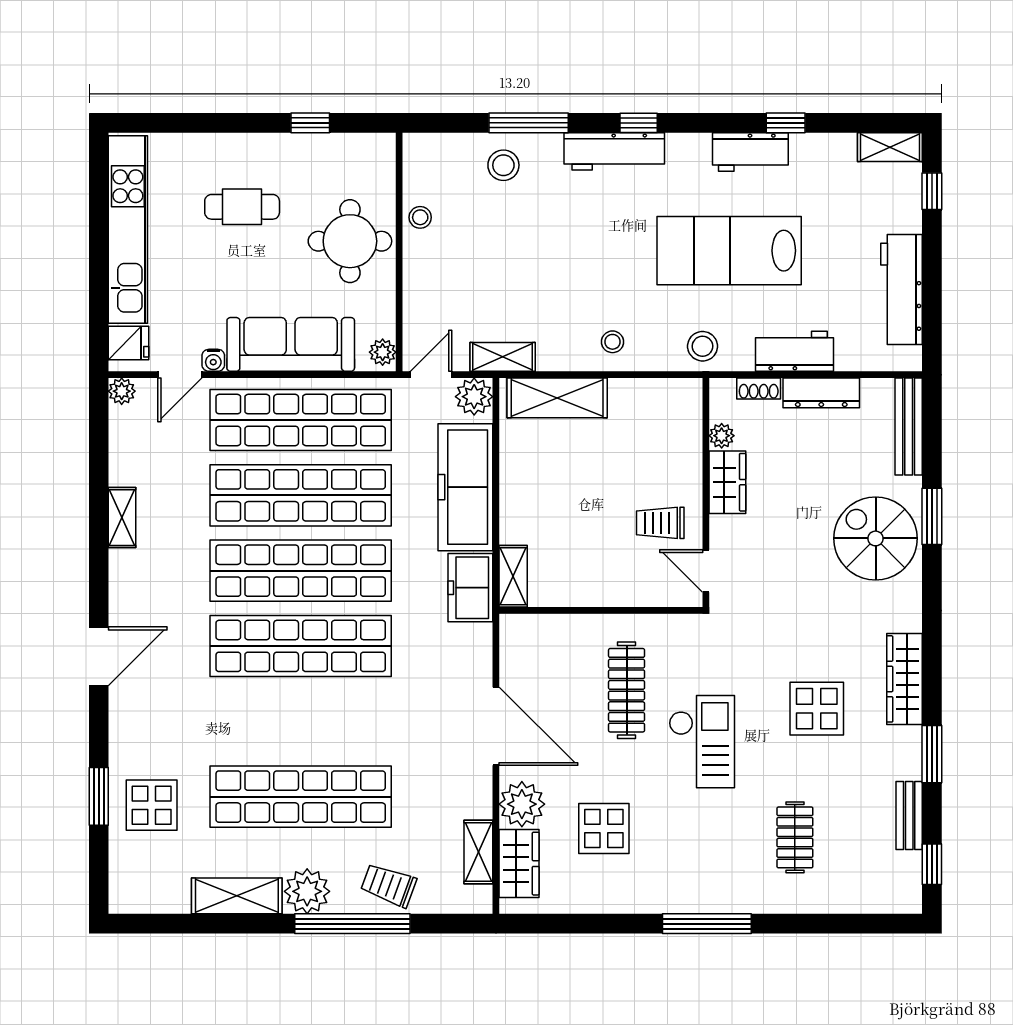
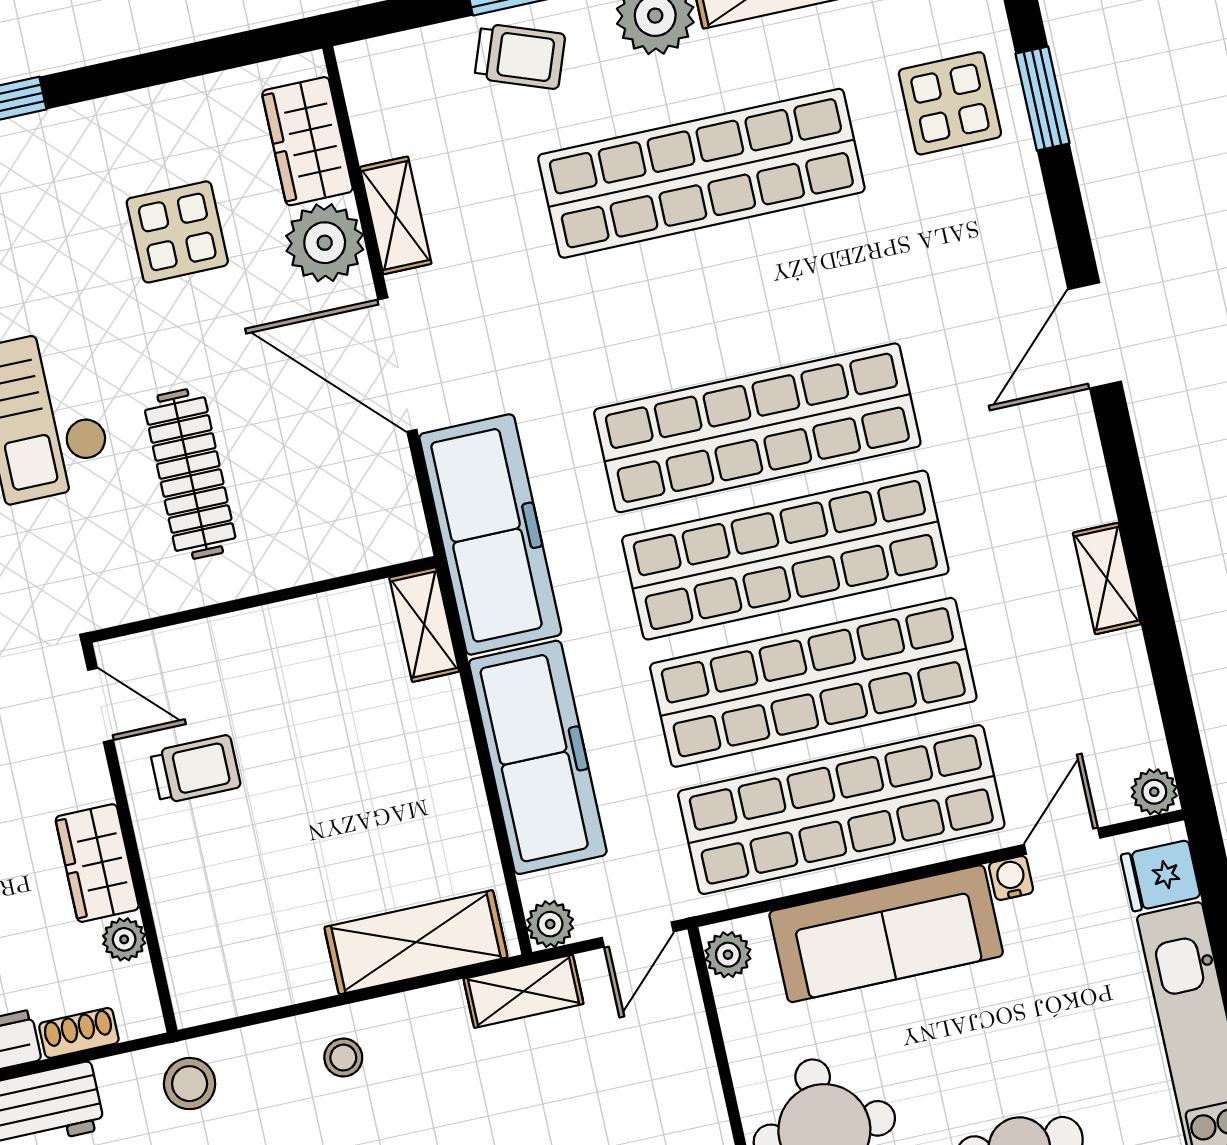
plant: (474, 397) -> (550, 924), width x0.73, depth x0.73
freezer: (470, 588) -> (490, 534), width x1.91, depth x1.26
shelving: (478, 852) -> (396, 215), moved

